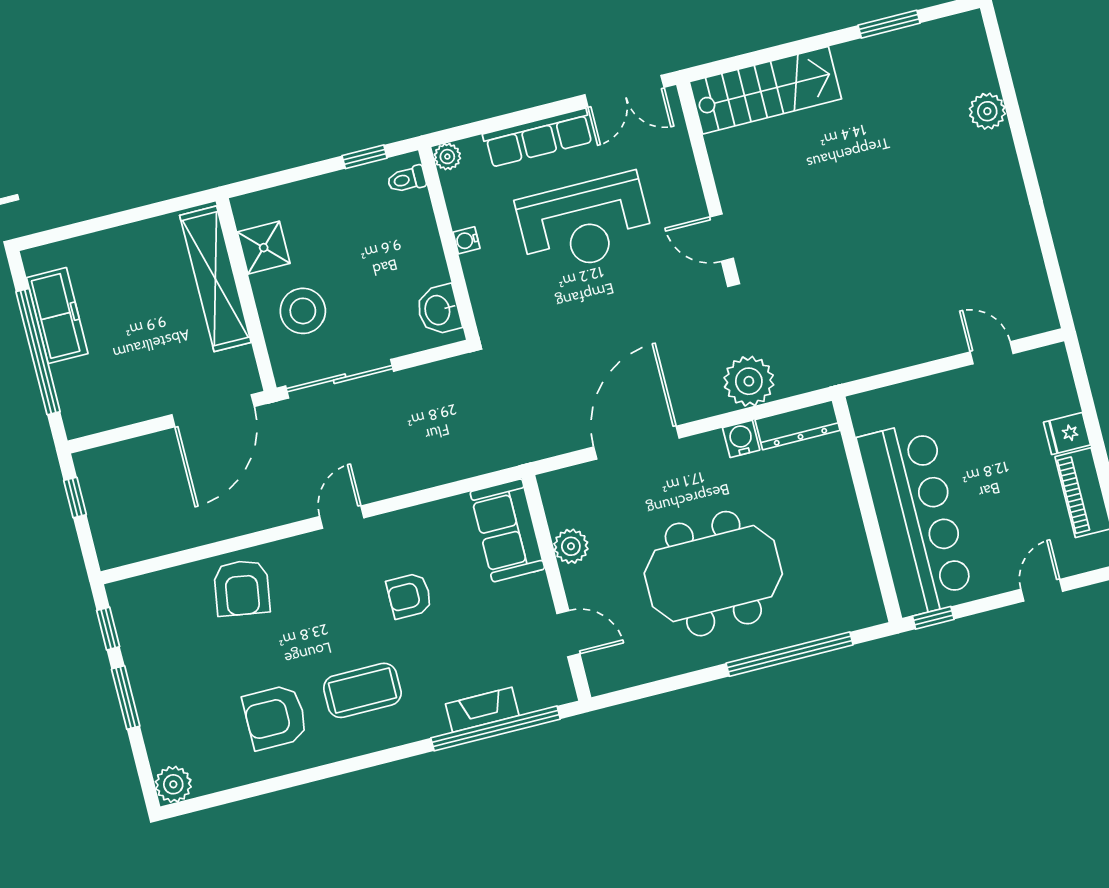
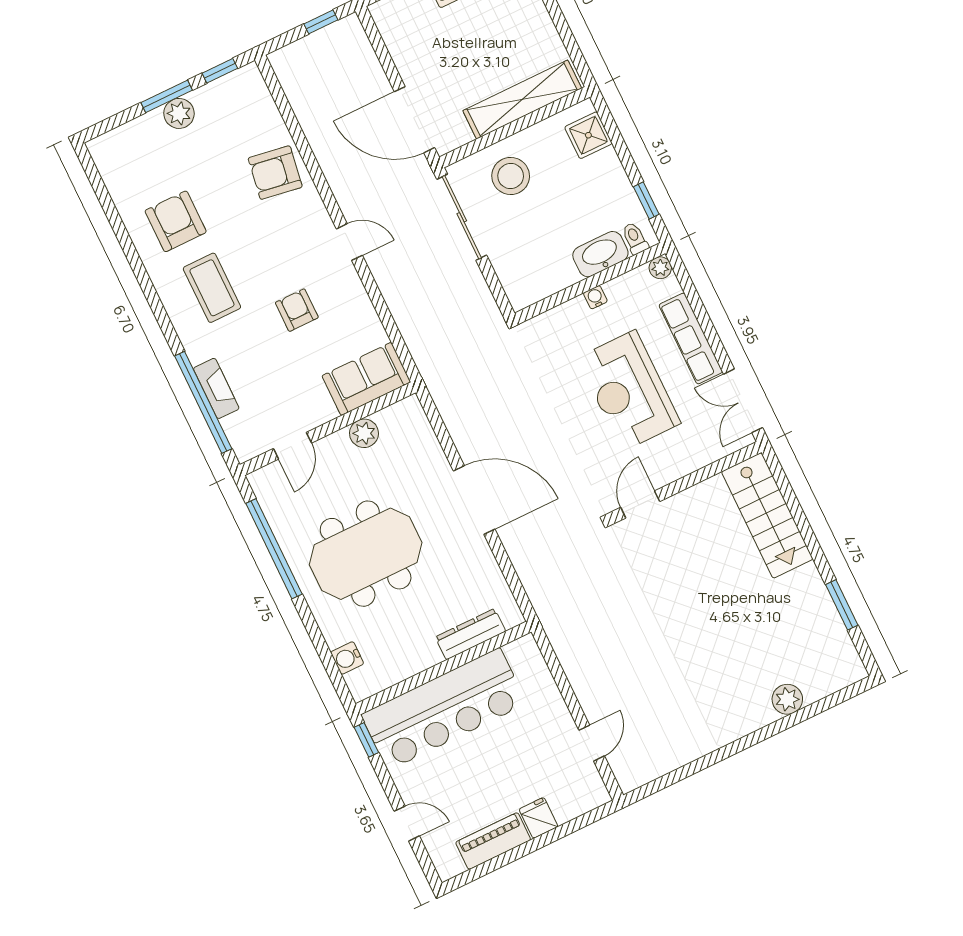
shower: (264, 248) -> (588, 135), moved
washbasin: (439, 310) -> (600, 254), moved, width x1.38
plant: (749, 381) -> (528, 550), removed
dresser: (797, 425) -> (470, 634), moved, turned 90
water cooler: (741, 439) -> (347, 658), moved, turned 180
door: (636, 443) -> (474, 500), moved
meeting table: (713, 574) -> (366, 554), turned 90
window: (790, 654) -> (274, 549), moved
plant: (173, 784) -> (179, 113), moved

